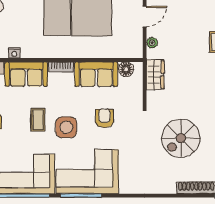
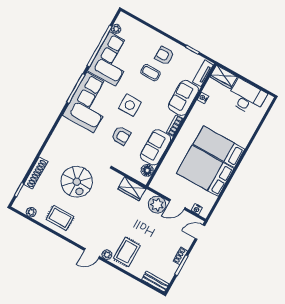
door: (145, 16) -> (177, 204), hinge flipped
plant: (152, 43) -> (157, 205), width x1.88, depth x1.88
coffee table: (38, 120) -> (151, 73), moved
spiral stairs: (181, 138) -> (77, 182), turned 180

